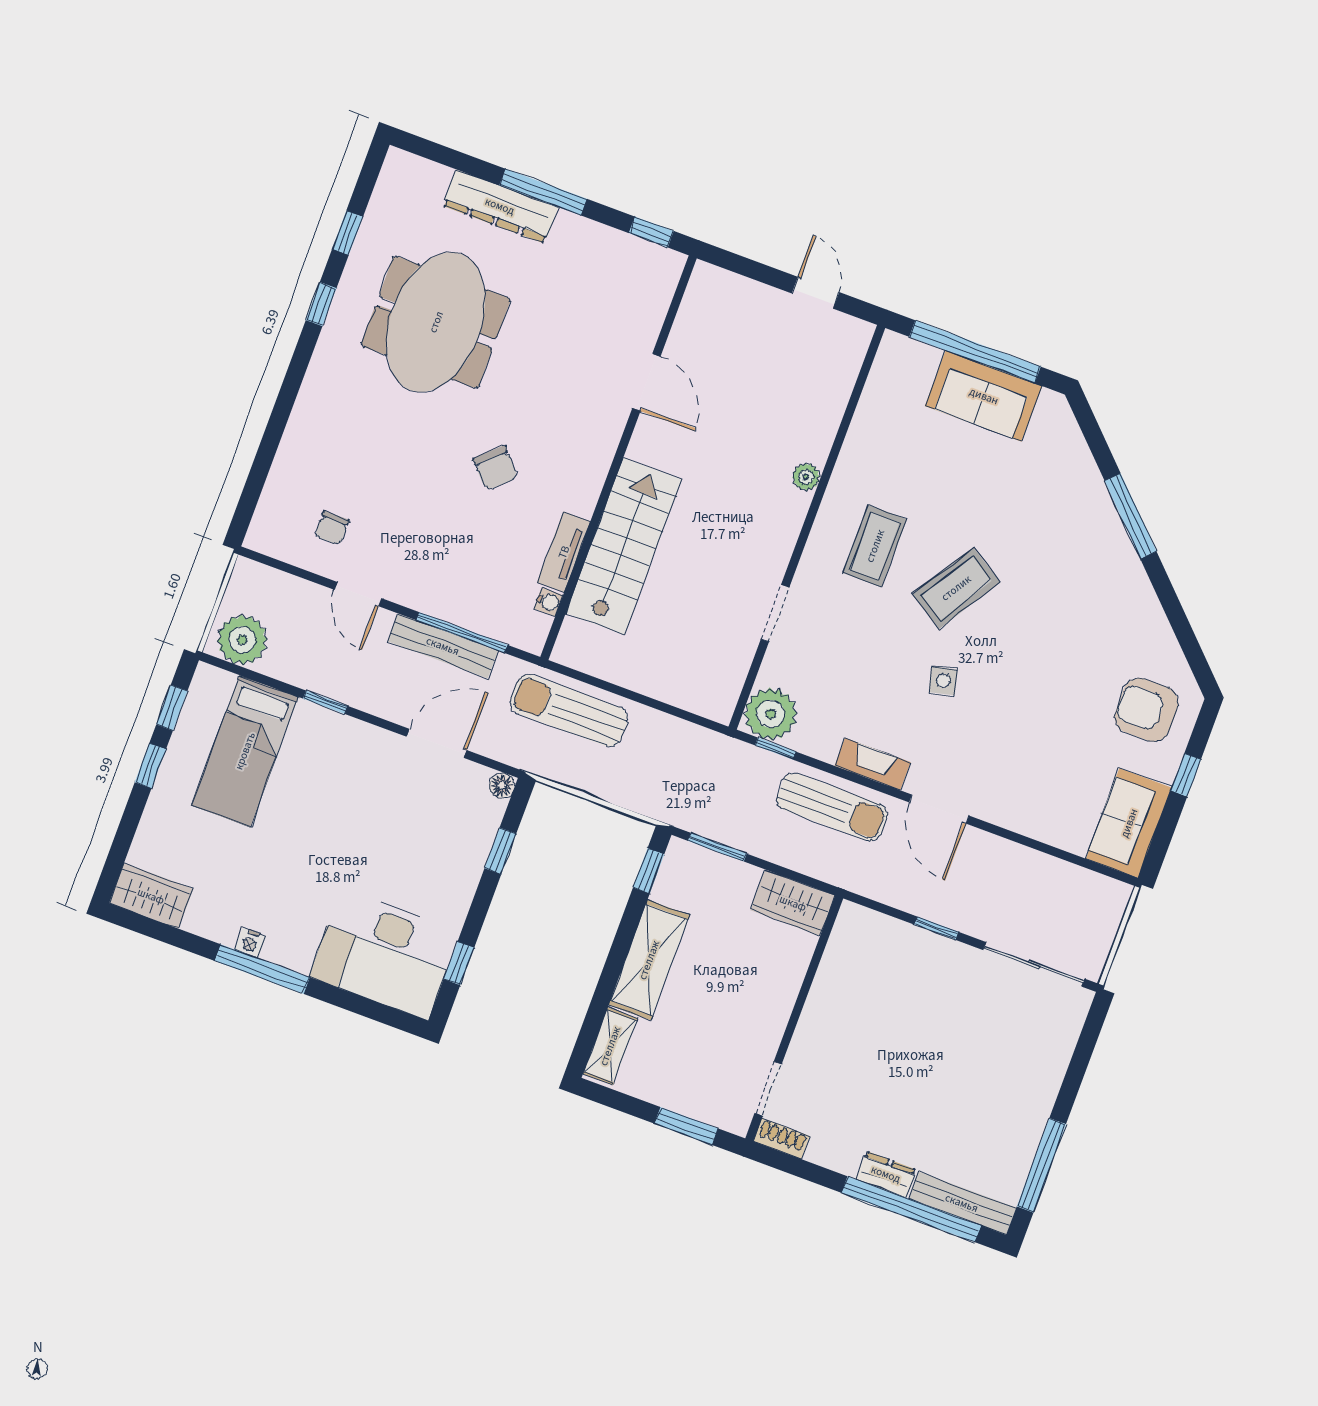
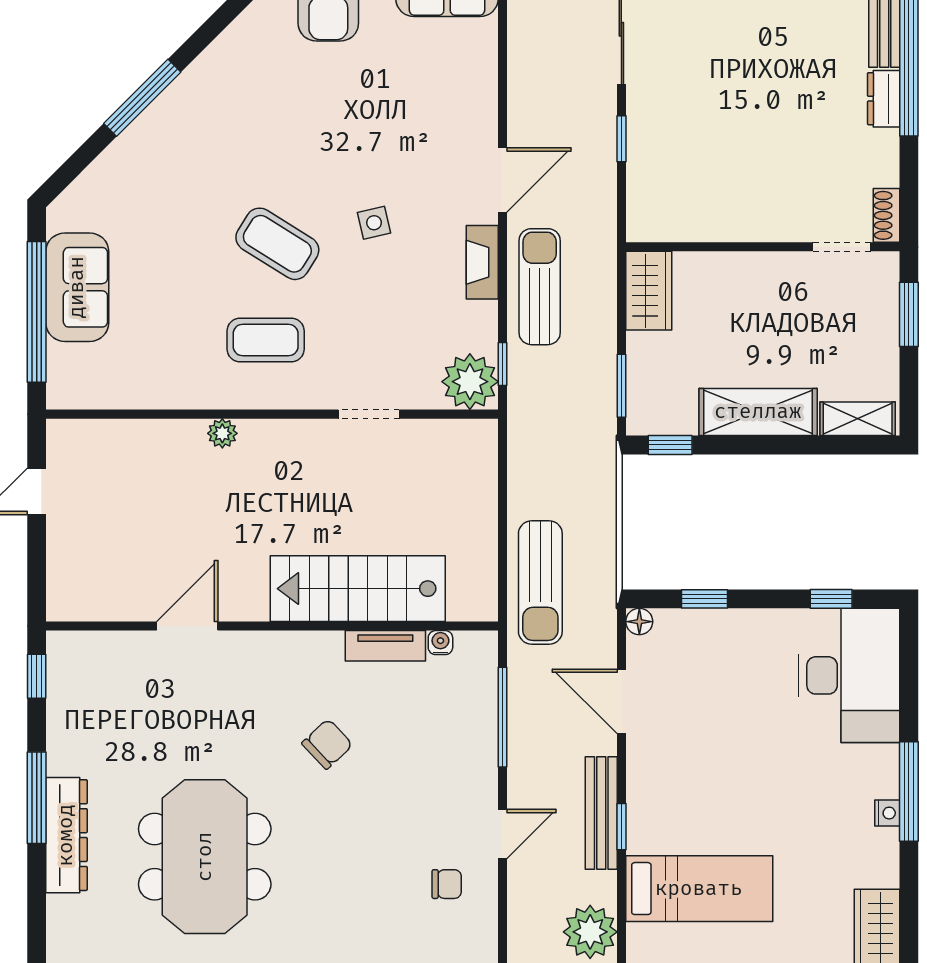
meeting table: (436, 322) -> (205, 857), turned 90
bench: (443, 646) -> (601, 813), moved

